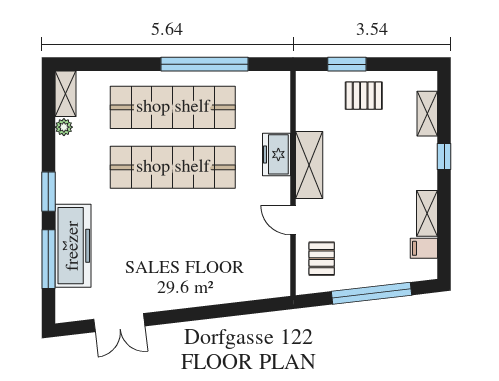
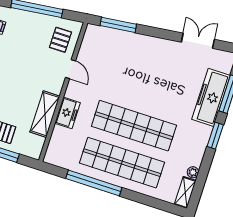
shelving: (309, 165) -> (45, 114), moved
window: (244, 308) -> (118, 25), added

